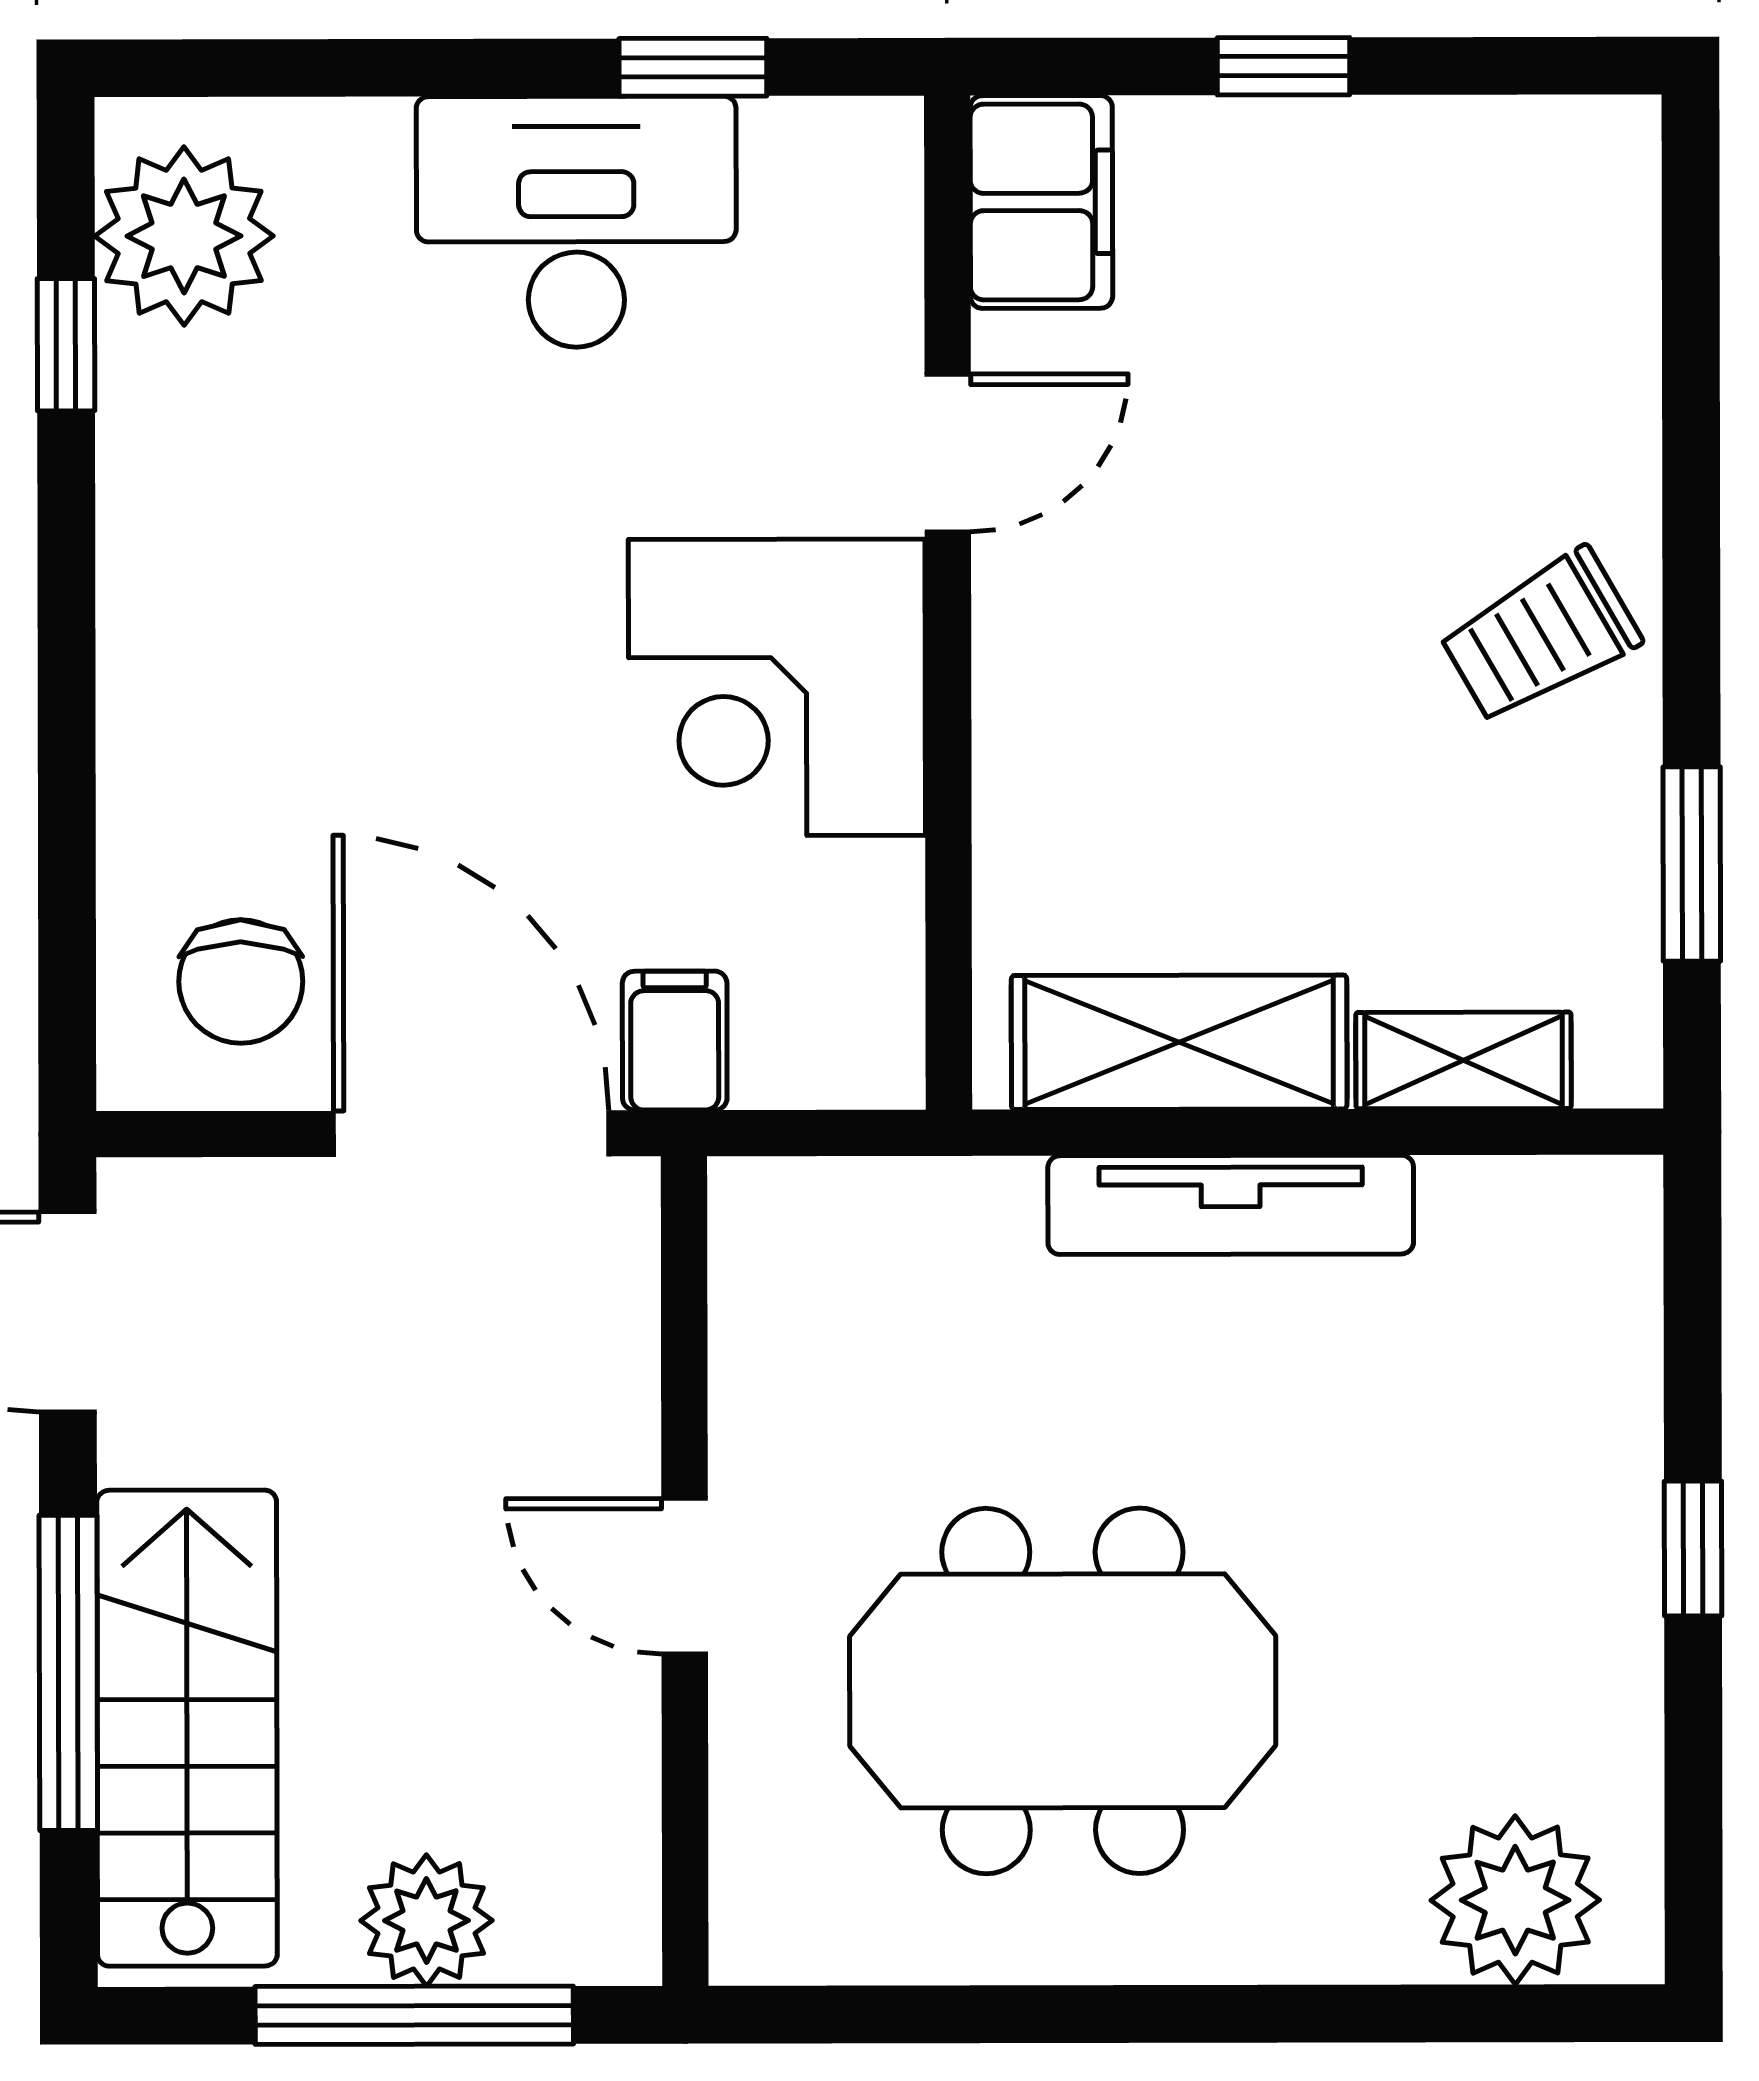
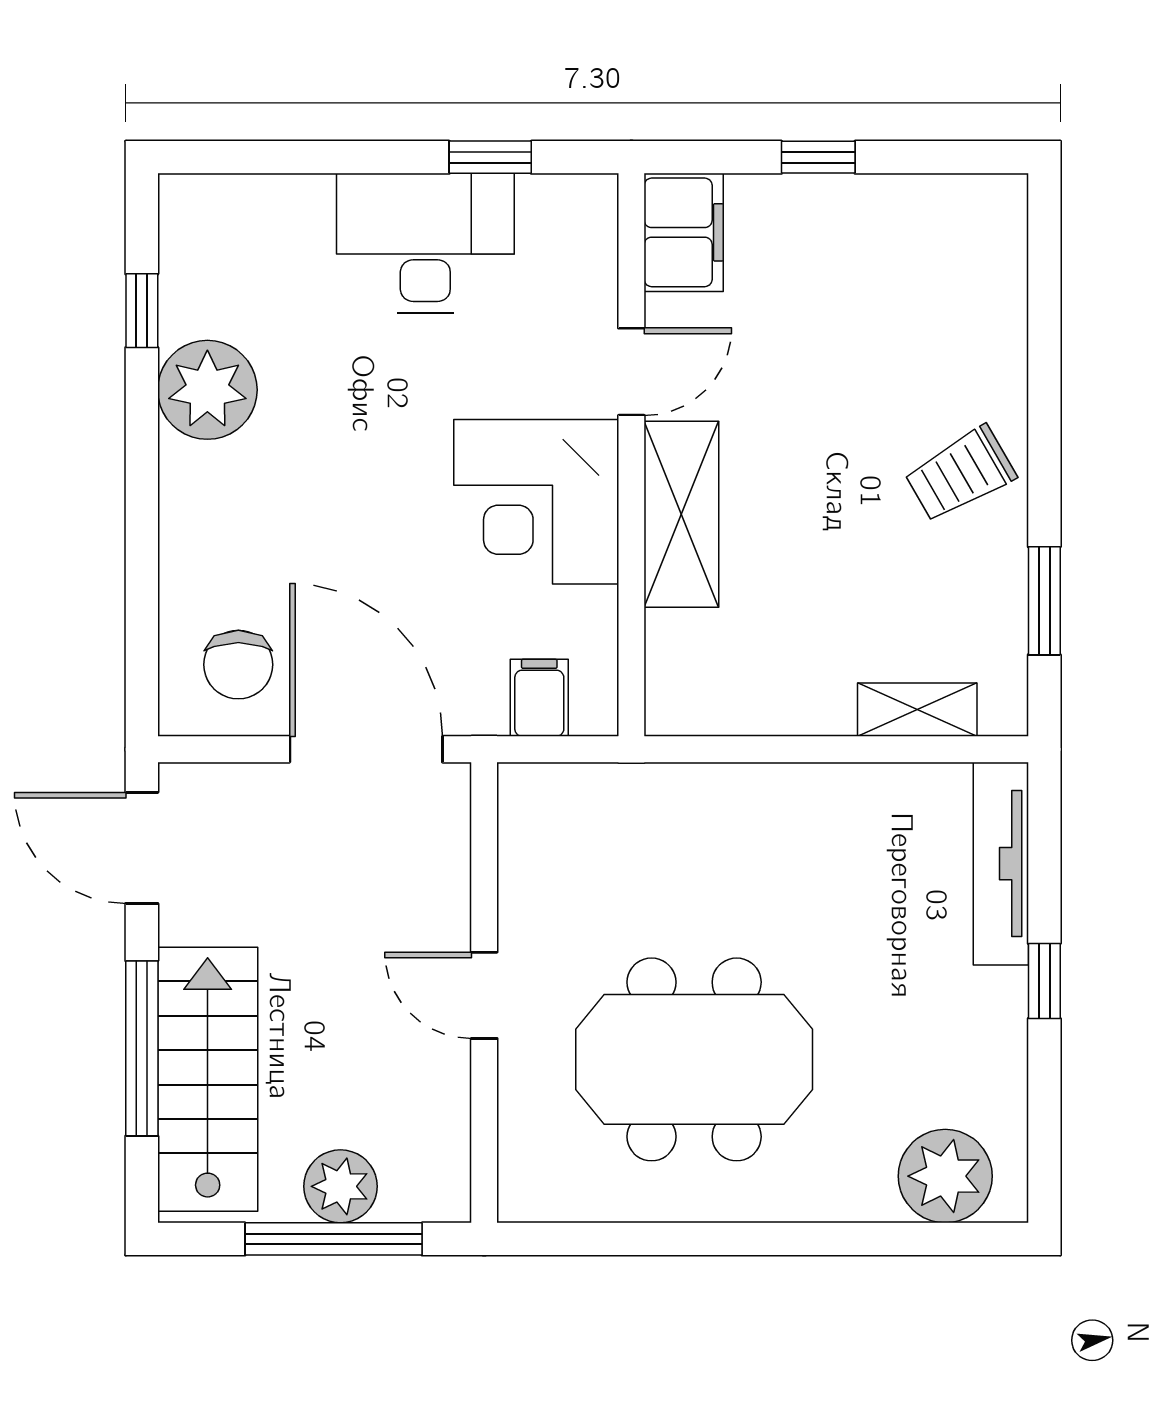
plant: (184, 236) -> (207, 390), moved
filing cabinet: (675, 1041) -> (539, 698), moved
shelving: (1179, 1042) -> (681, 514), moved, turned 90
tv unit: (1231, 1205) -> (1001, 864), moved, turned 90

